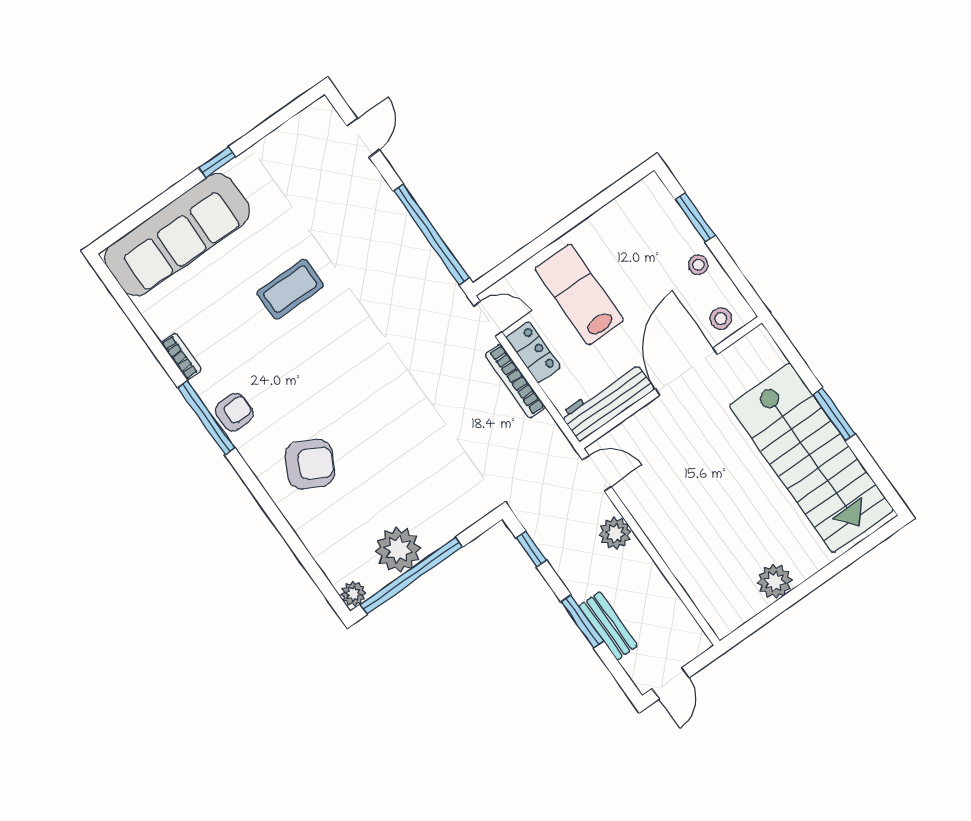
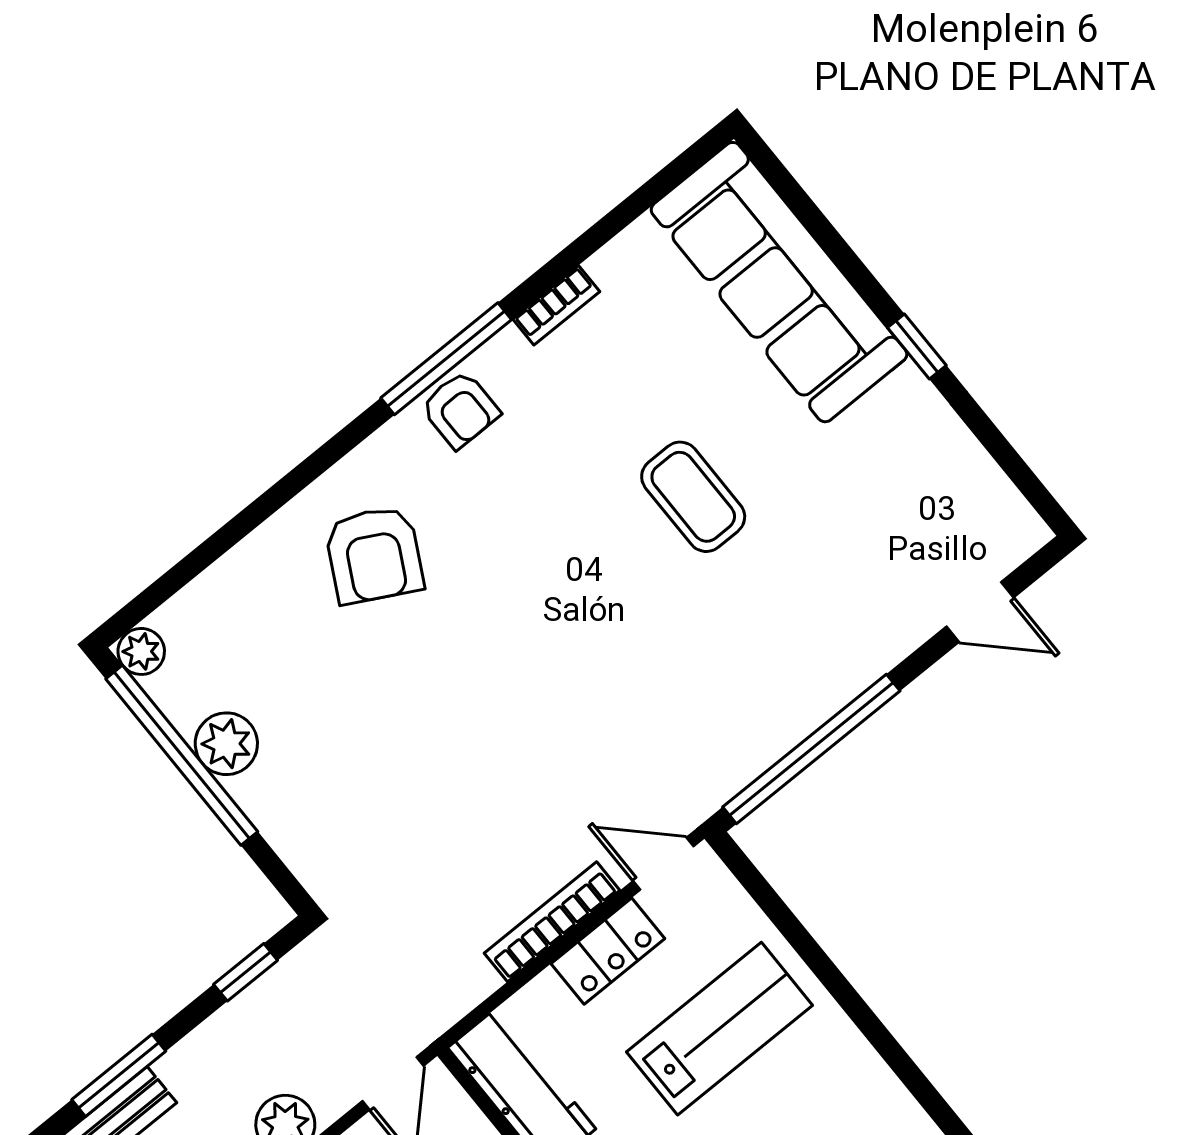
door: (488, 319) -> (663, 864), swing flipped
plant: (398, 550) -> (226, 744), width x0.73, depth x0.73

